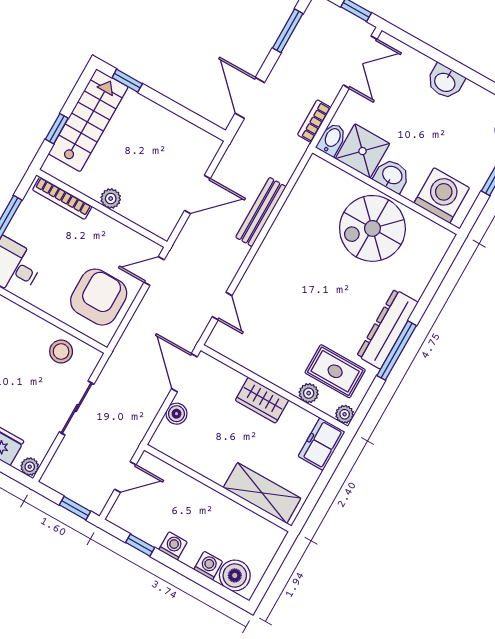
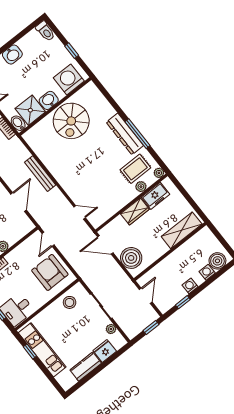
boiler: (176, 414) -> (131, 258), width x1.86, depth x1.86
freezer: (322, 444) -> (156, 196), moved, turned -90
plant: (30, 467) -> (111, 329), moved

